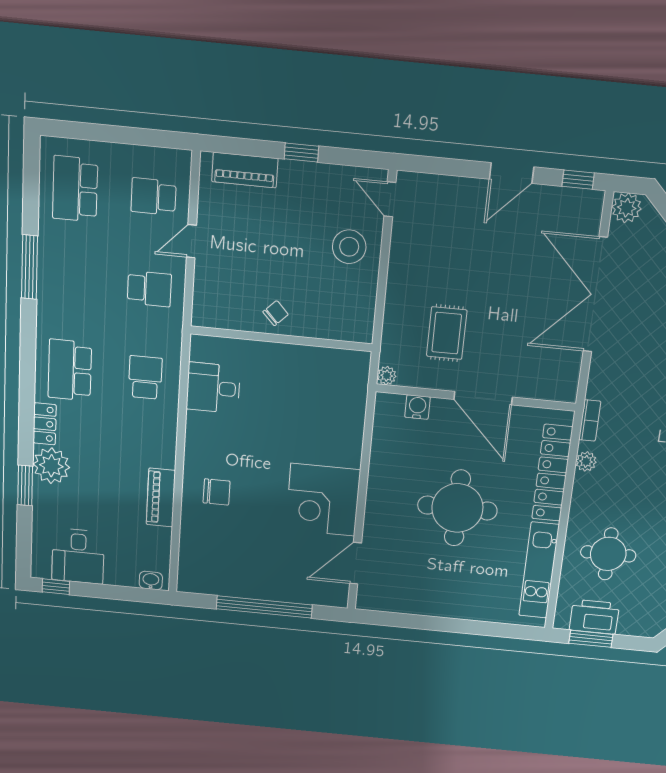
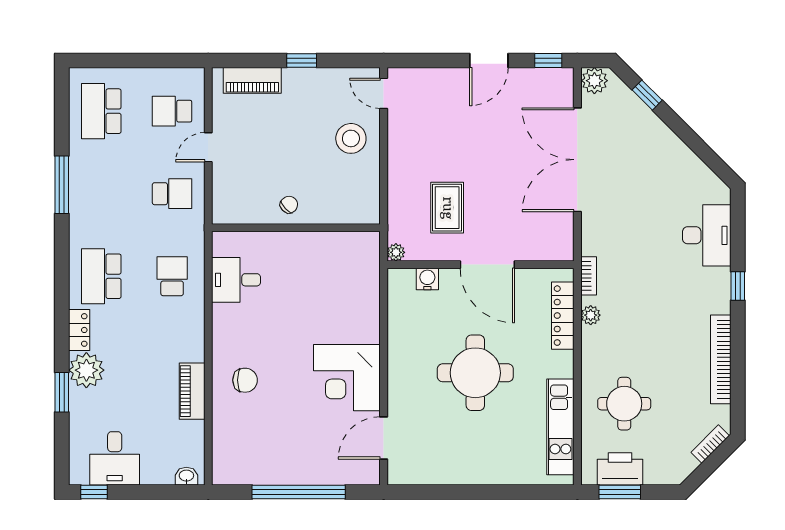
locker: (552, 473) -> (563, 316), width x0.71, depth x0.83

